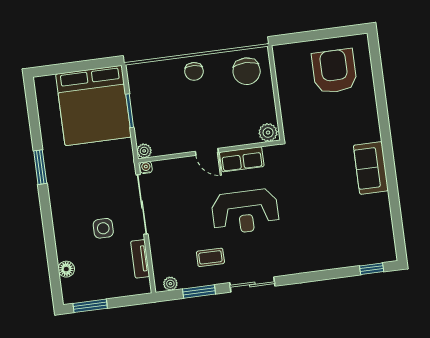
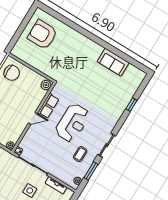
sofa: (371, 168) -> (113, 62), moved
window: (372, 269) -> (131, 105), moved

